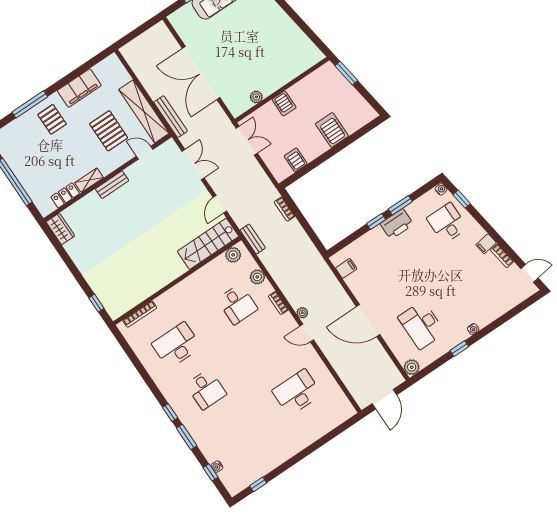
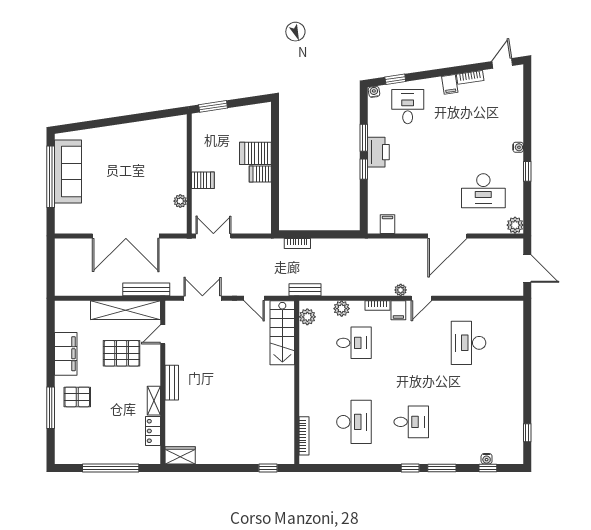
server rack: (296, 160) -> (260, 174), moved
desk: (447, 223) -> (408, 107), turned 90
filing cabinet: (286, 322) -> (398, 310), added
desk: (176, 345) -> (354, 422), turned 180

